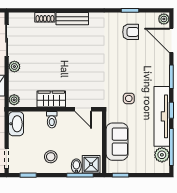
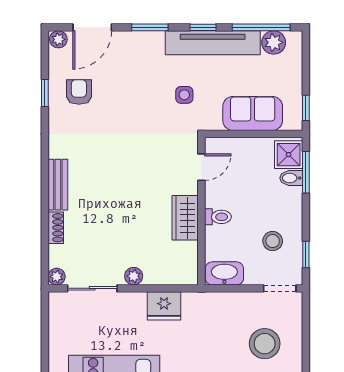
plant: (14, 100) -> (57, 277), moved
stool: (51, 157) -> (273, 241), moved

